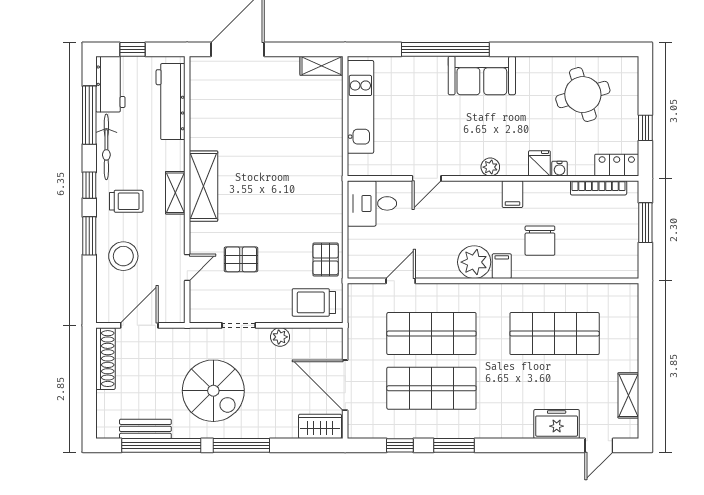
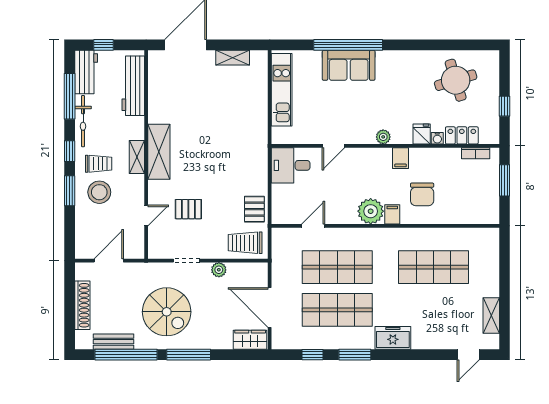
shelving: (321, 66) -> (233, 58), moved
sofa: (482, 75) -> (349, 65), moved
locker: (617, 165) -> (462, 135), moved
bookcase: (599, 188) -> (476, 153), width x0.64
stool: (123, 256) -> (99, 192), moved
shoe rack: (105, 359) -> (82, 305), moved
freezer: (557, 424) -> (393, 338), moved

